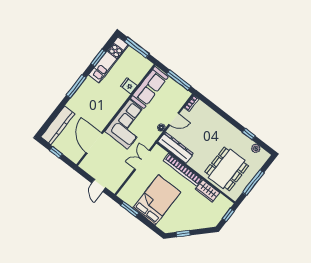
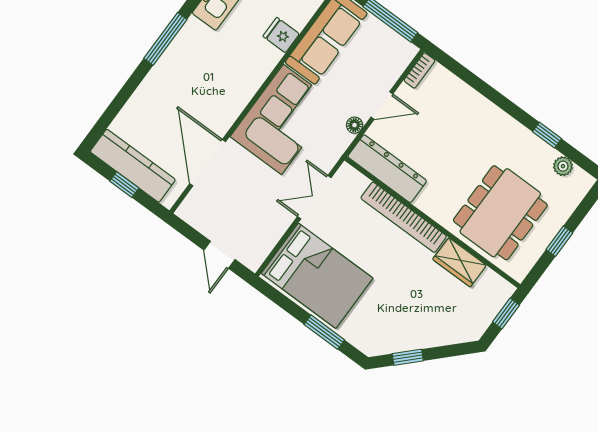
kitchen counter: (58, 125) -> (133, 166), moved, turned -90
window: (253, 182) -> (559, 241), width x0.46
bed: (157, 200) -> (317, 276), moved, turned 90
window: (130, 209) -> (324, 332), moved

